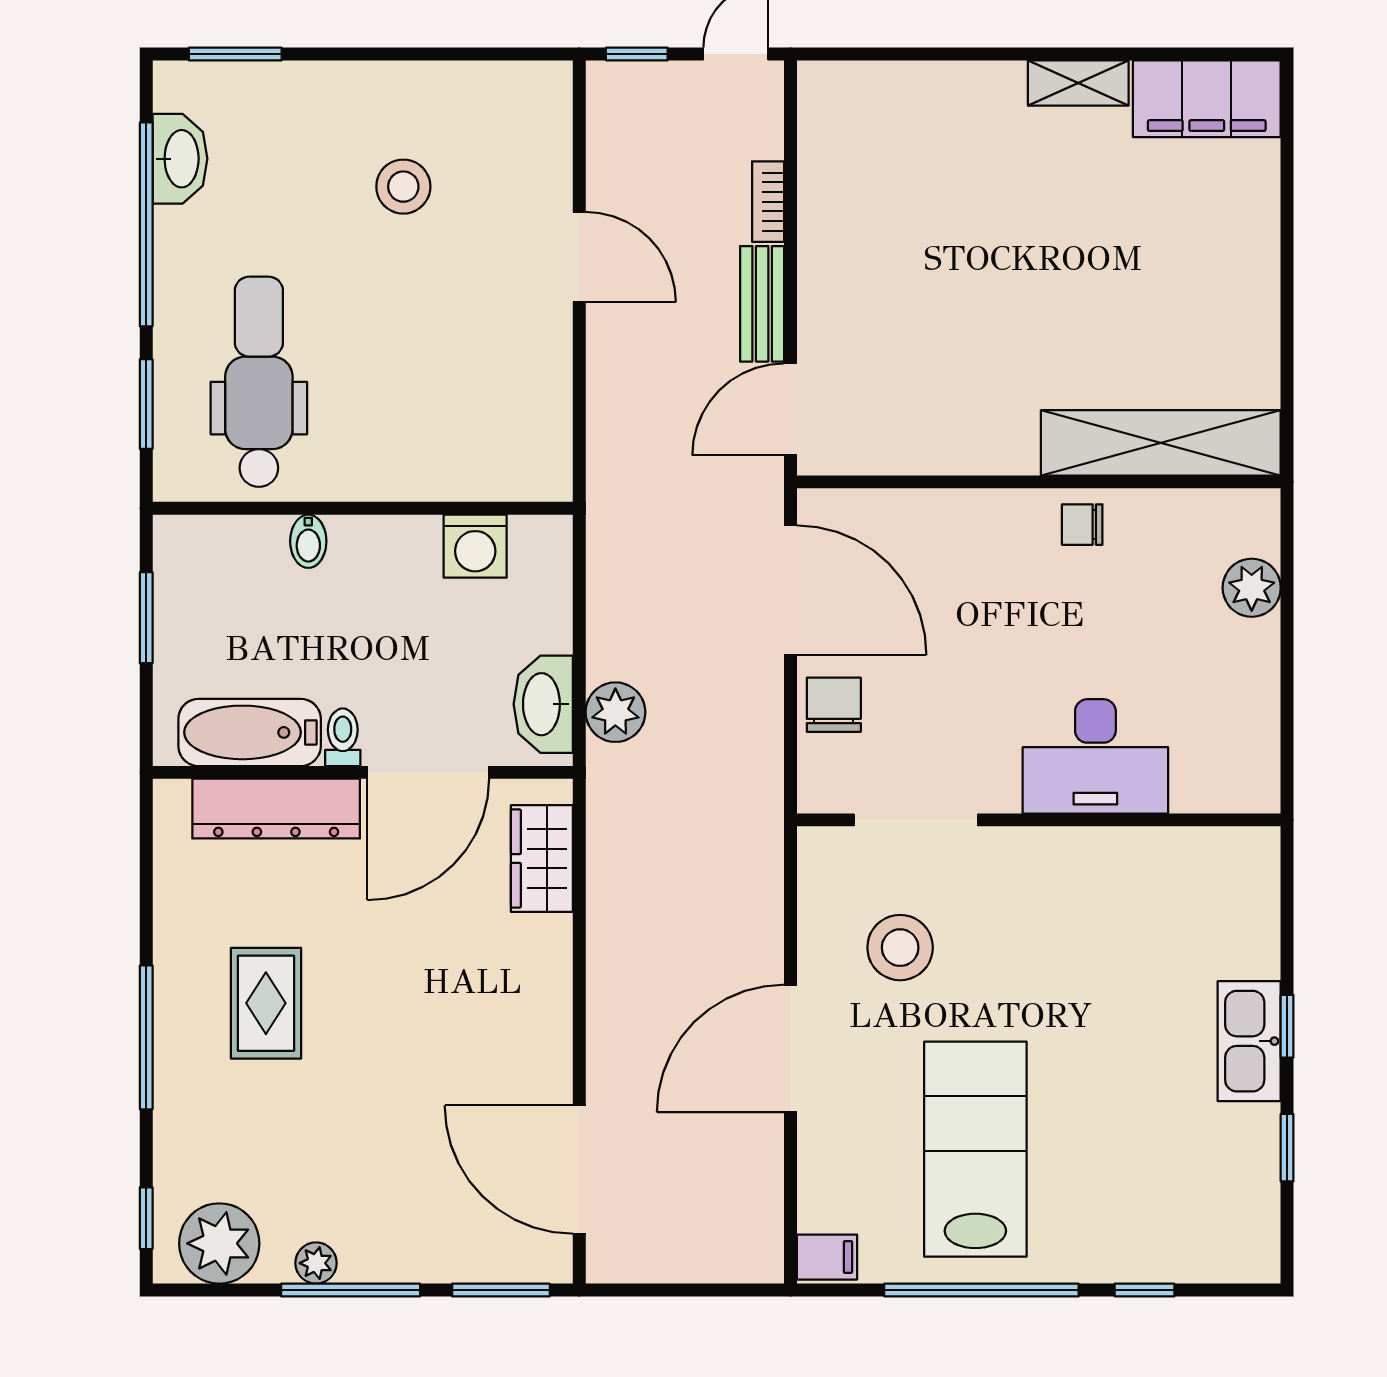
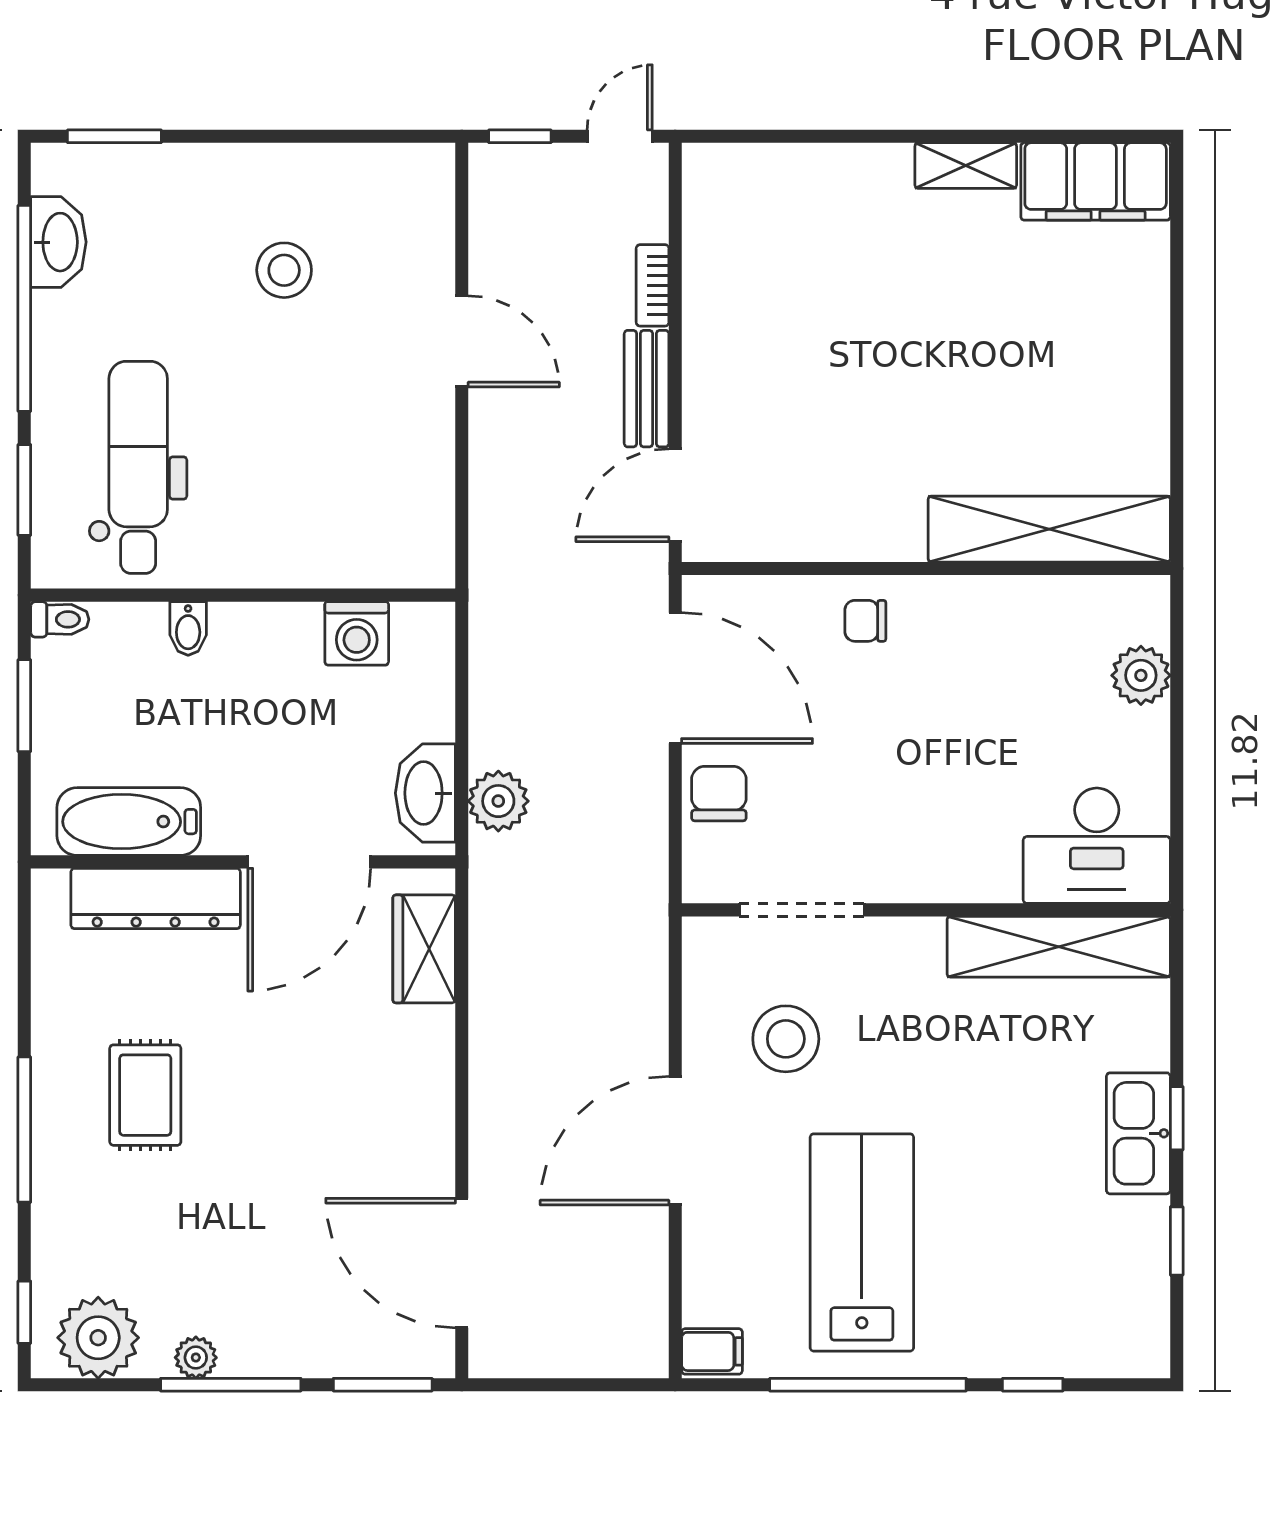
chair: (1082, 525) -> (865, 621), moved
toilet: (343, 737) -> (60, 619), moved, turned 90
desk: (1095, 756) -> (1097, 846), moved
shelving: (1170, 856) -> (1059, 947), added

